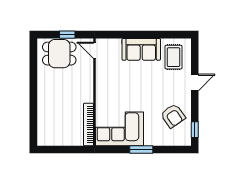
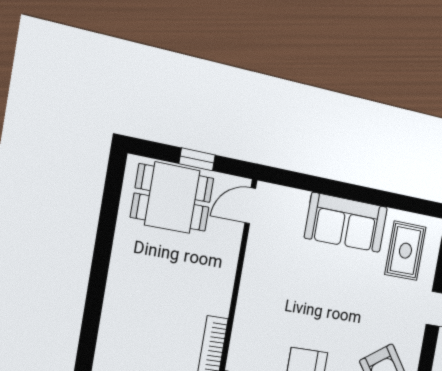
door: (94, 50) -> (250, 206), hinge flipped

